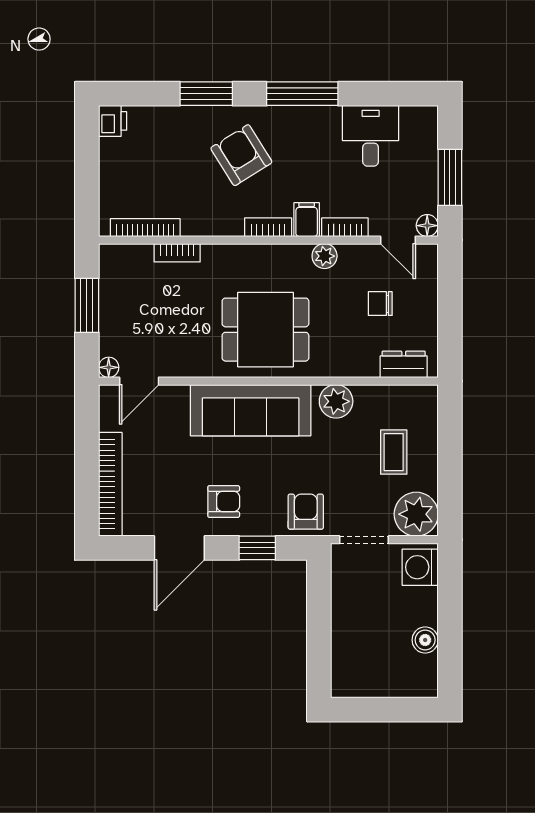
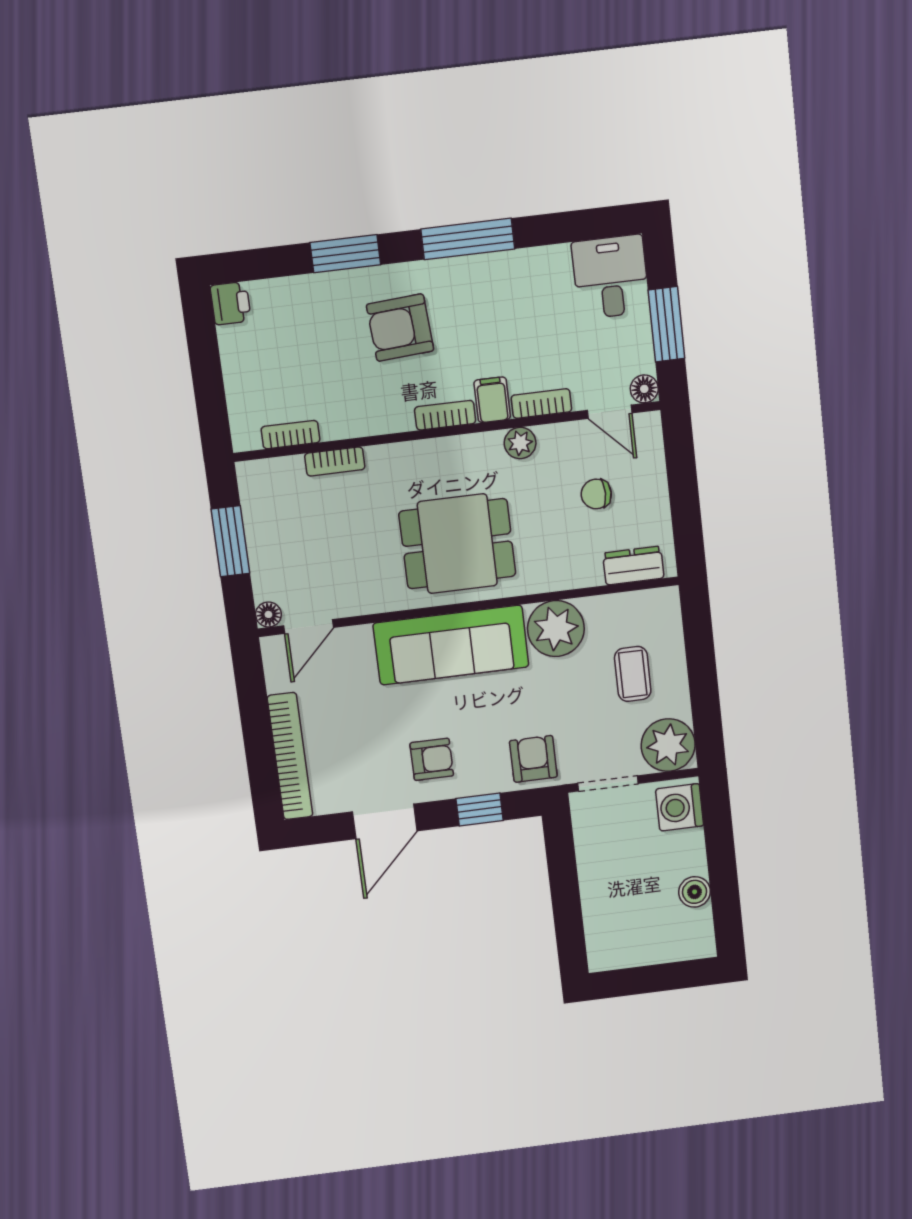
desk: (371, 136) -> (611, 277), moved
armchair: (241, 155) -> (400, 328), turned -62
bookcase: (145, 228) -> (290, 435), width x0.64
plant: (336, 401) -> (556, 629), width x1.36, depth x1.36

